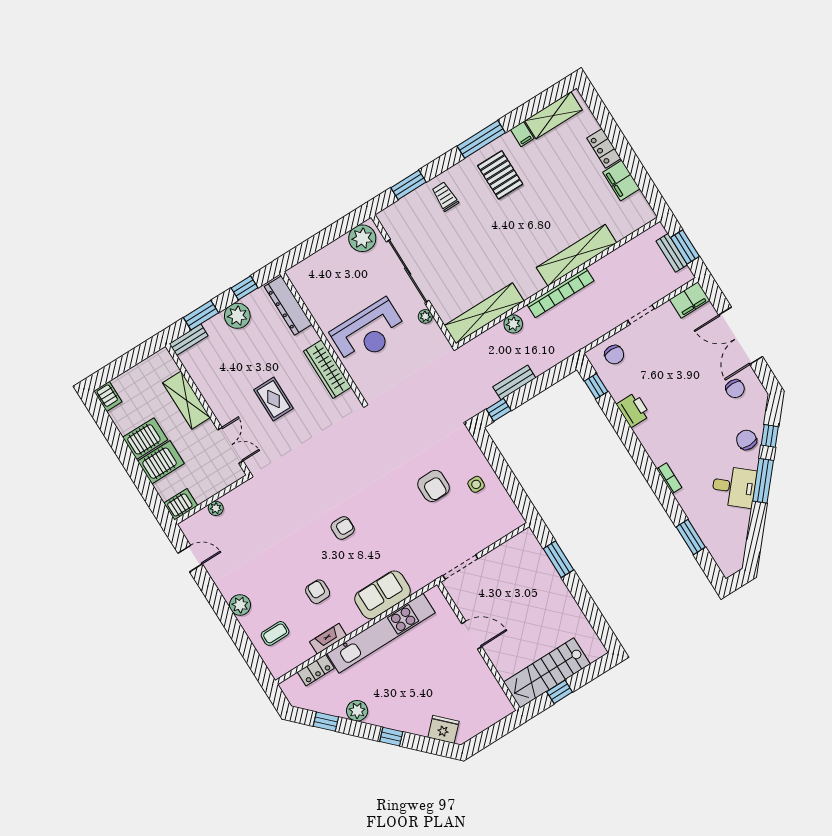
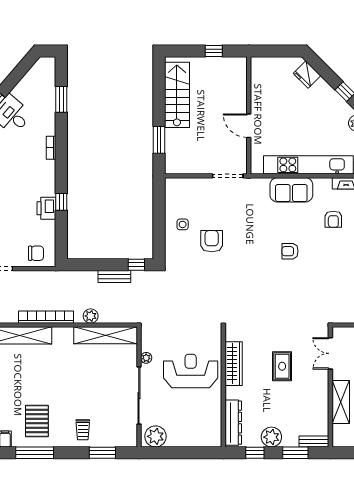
chair: (614, 355) -> (36, 253), turned 90
window: (596, 386) -> (61, 202), moved
stairs: (547, 673) -> (177, 95), moved, turned -90

